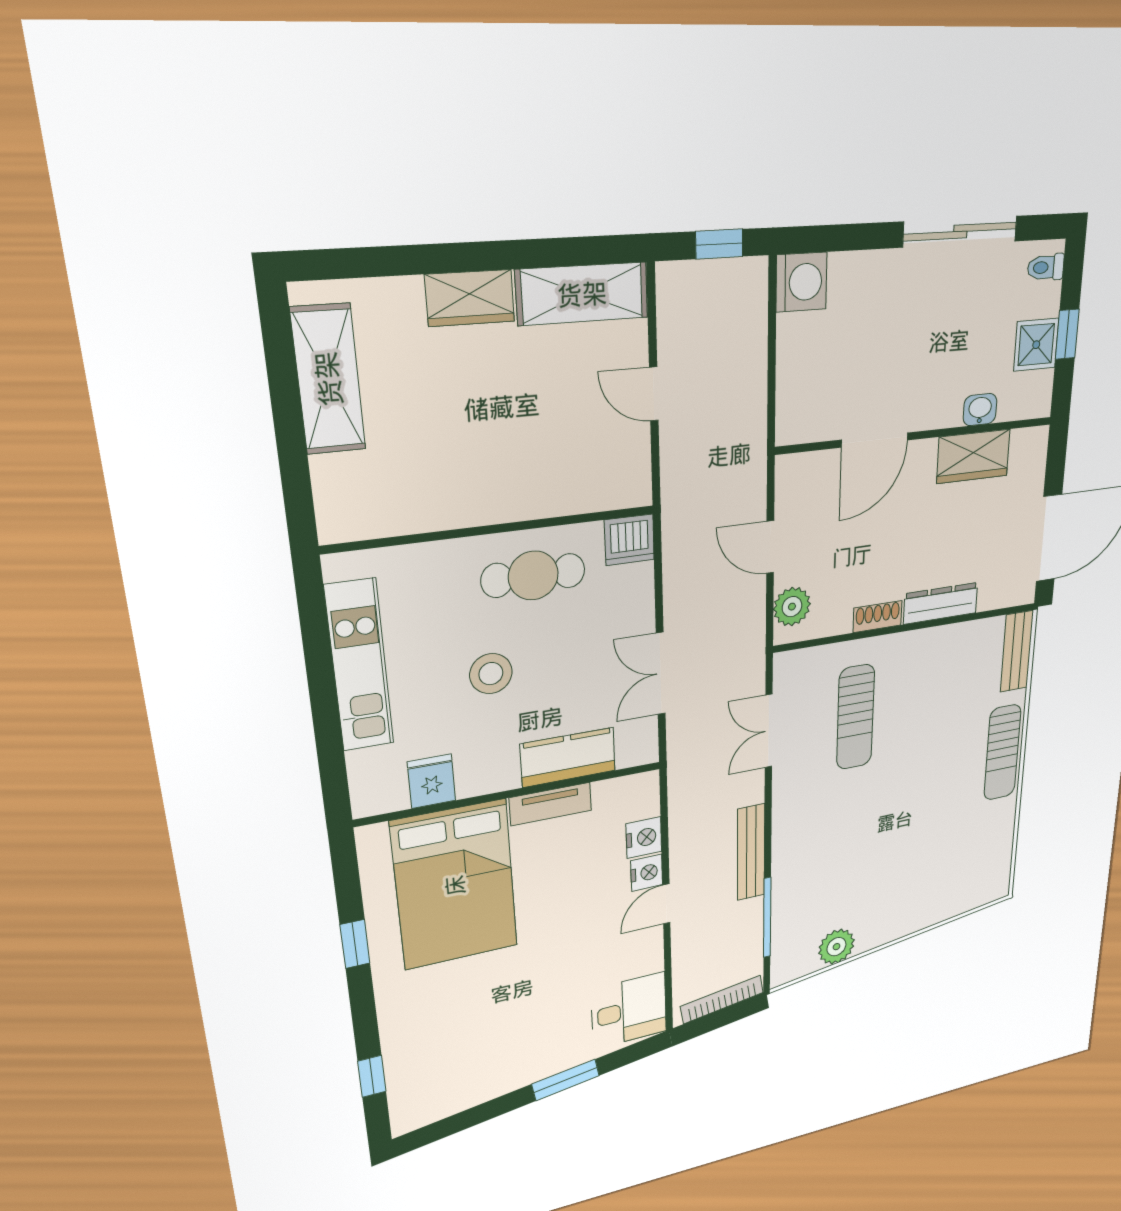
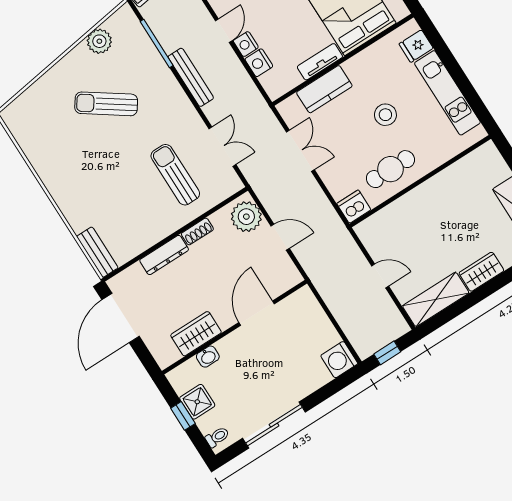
plant: (792, 607) -> (246, 217), width x1.36, depth x1.36
sun lounger: (1002, 753) -> (106, 104), moved, turned -55
fridge: (432, 781) -> (416, 46), moved, turned 90

